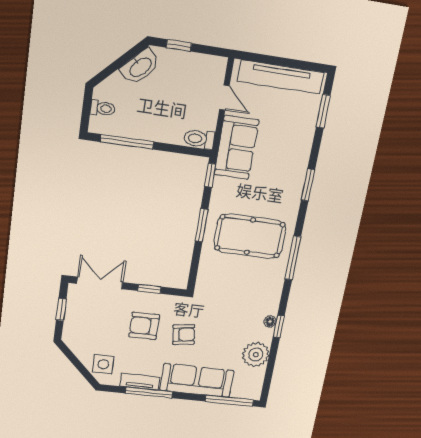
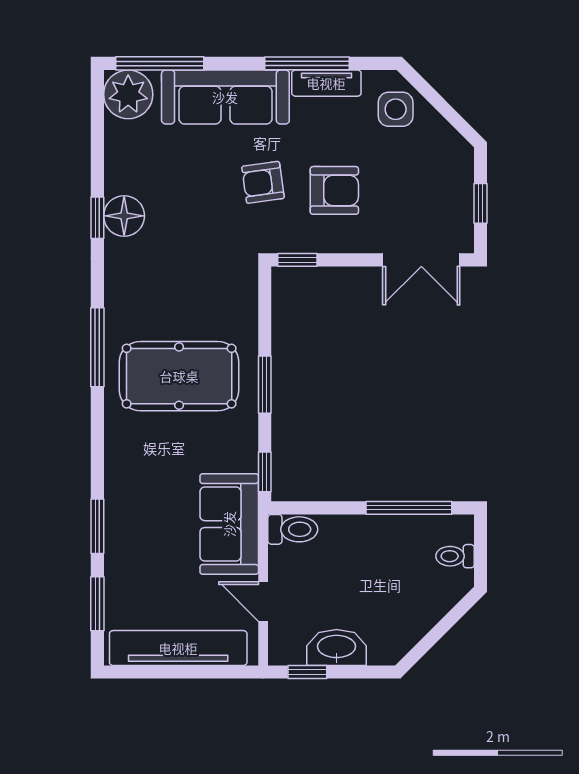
window: (179, 45) -> (307, 672), moved
washbasin: (140, 67) -> (337, 648), moved, turned 45
window: (308, 185) -> (97, 526), moved
window: (149, 289) -> (297, 260), moved
floor lamp: (270, 321) -> (124, 216), width x1.89, depth x1.89
plant: (256, 355) -> (128, 94), moved

